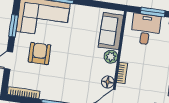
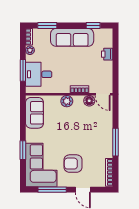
window: (13, 26) -> (52, 190), width x1.44
sofa: (111, 31) -> (35, 113), moved, turned -90

